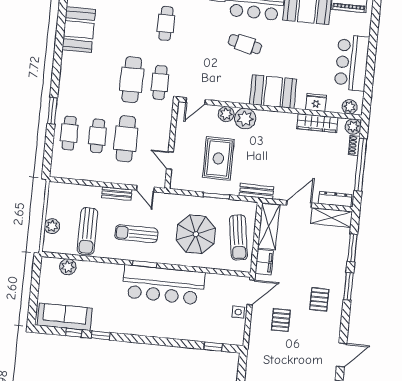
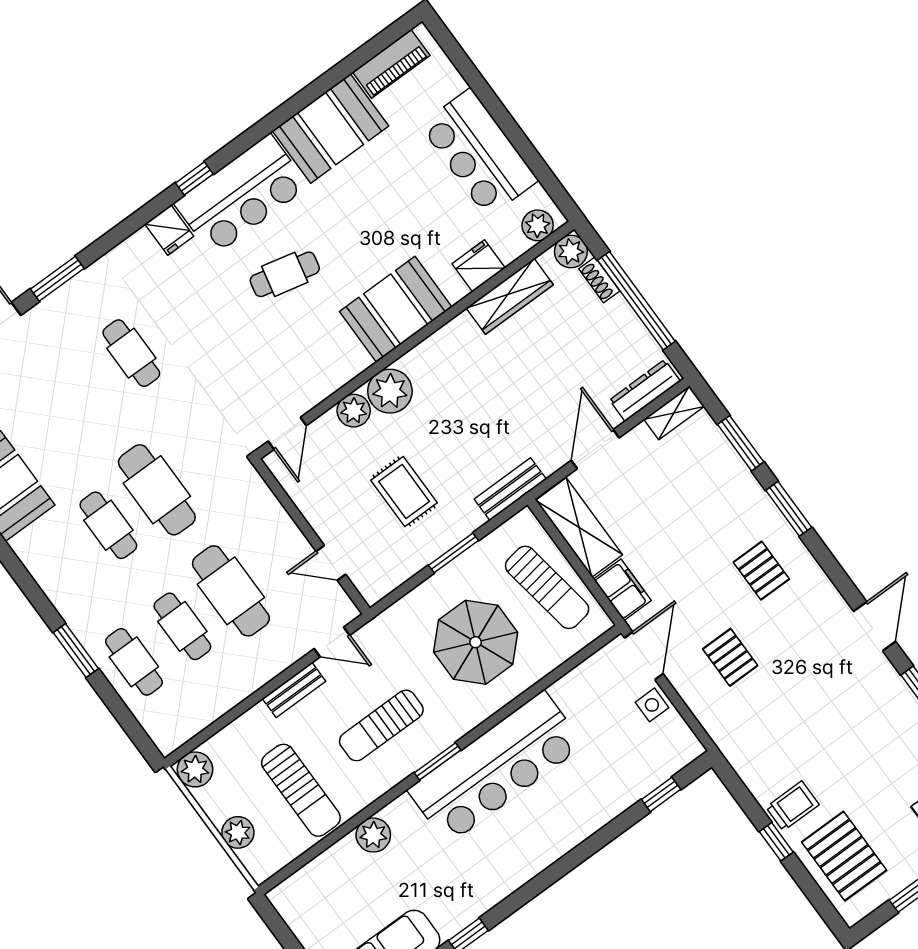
cafe table: (160, 82) -> (108, 525), moved
rug: (218, 158) -> (404, 491), width x0.73, depth x0.70
plant: (57, 190) -> (195, 769), added
shelving: (331, 217) -> (674, 413), width x0.67, depth x0.75
plant: (68, 267) -> (373, 835), moved

